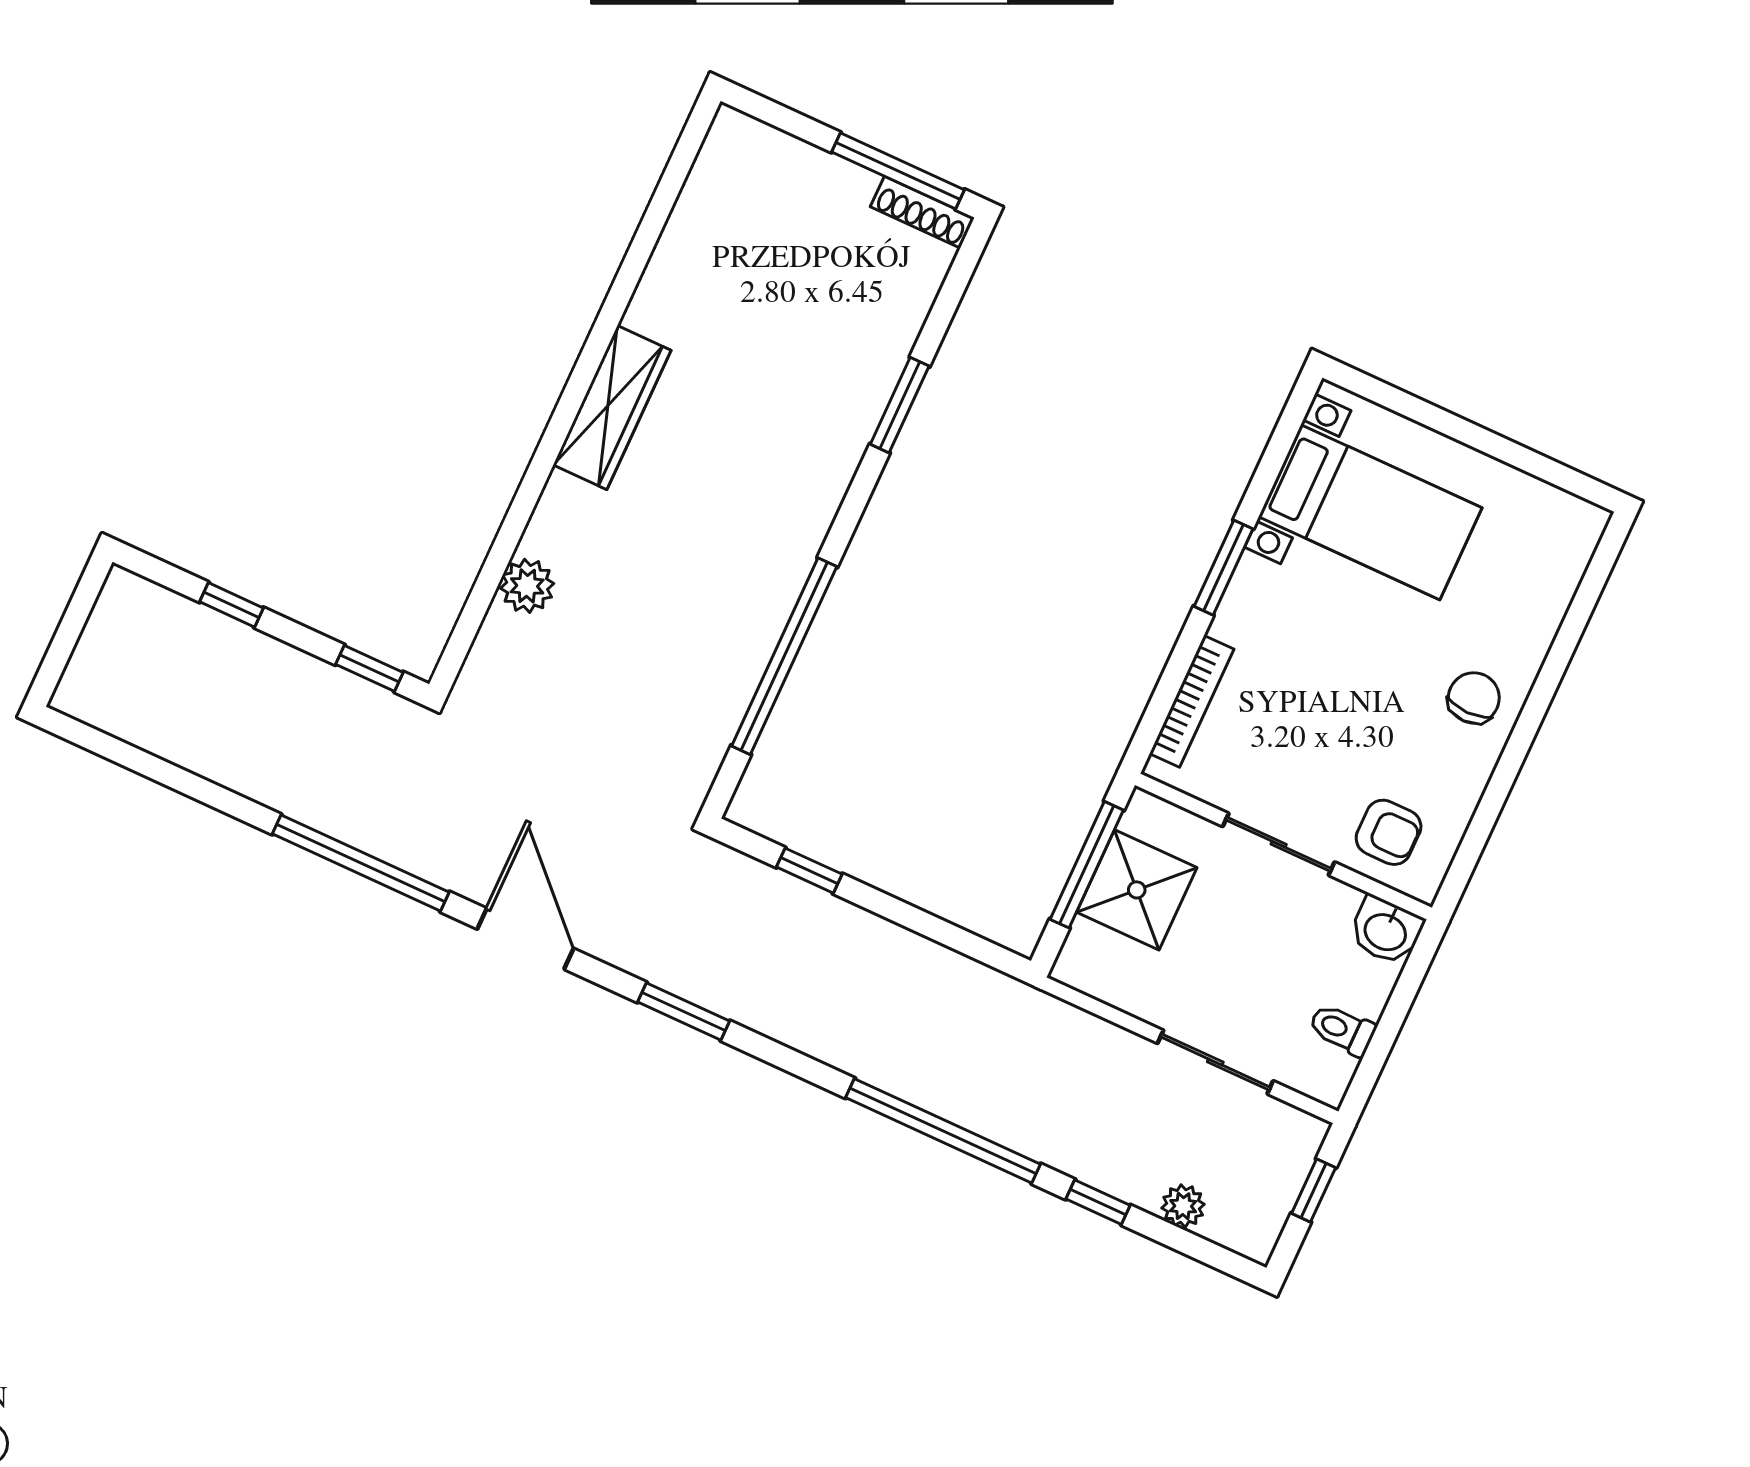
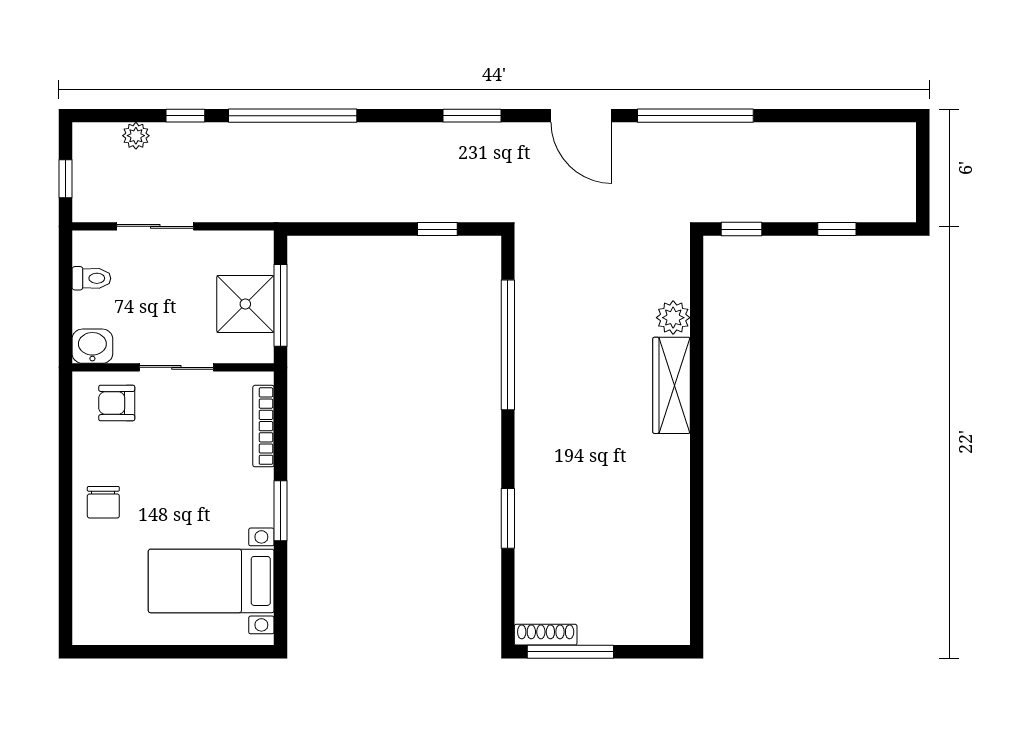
wardrobe: (612, 408) -> (671, 385), moved

